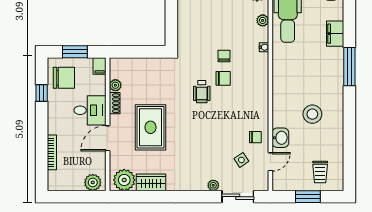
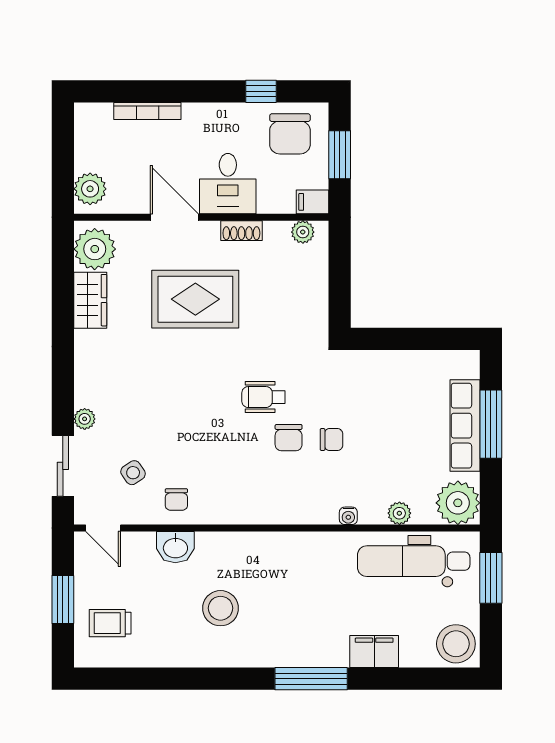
plant: (115, 85) -> (303, 232), moved
door: (270, 162) -> (103, 528), moved

